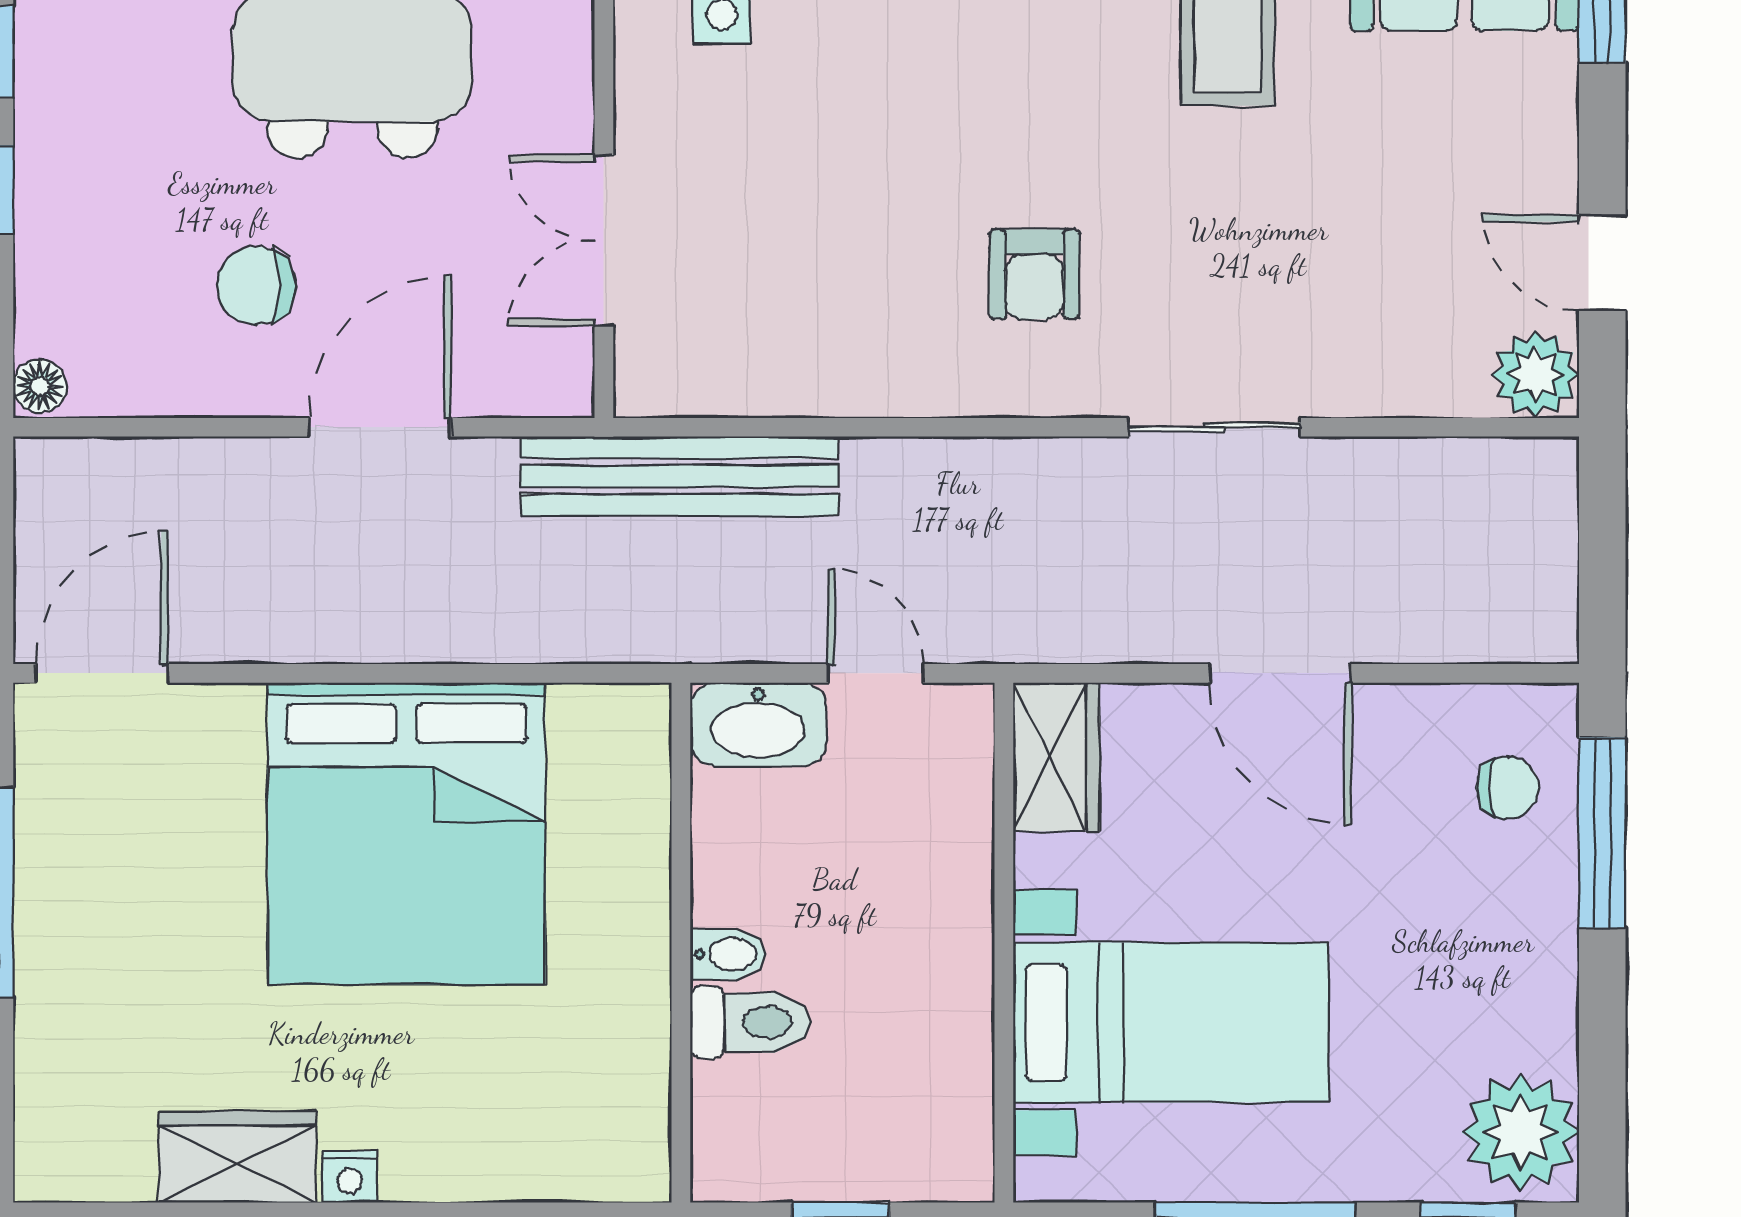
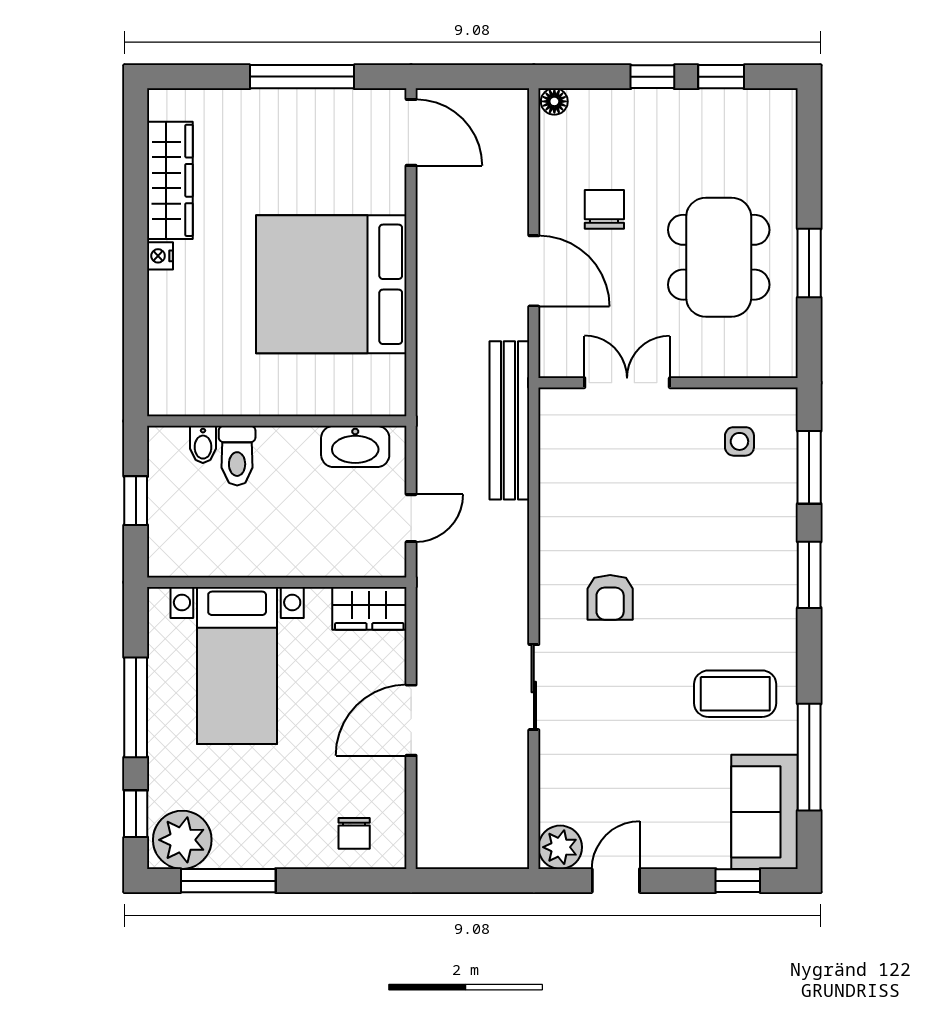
armchair: (1034, 274) -> (610, 597), turned -90
washbasin: (758, 724) -> (355, 446), moved, turned -90
window: (1602, 833) -> (228, 881), moved
bidet: (728, 954) -> (203, 444), moved
wardrobe: (237, 1157) -> (170, 180), width x1.50

